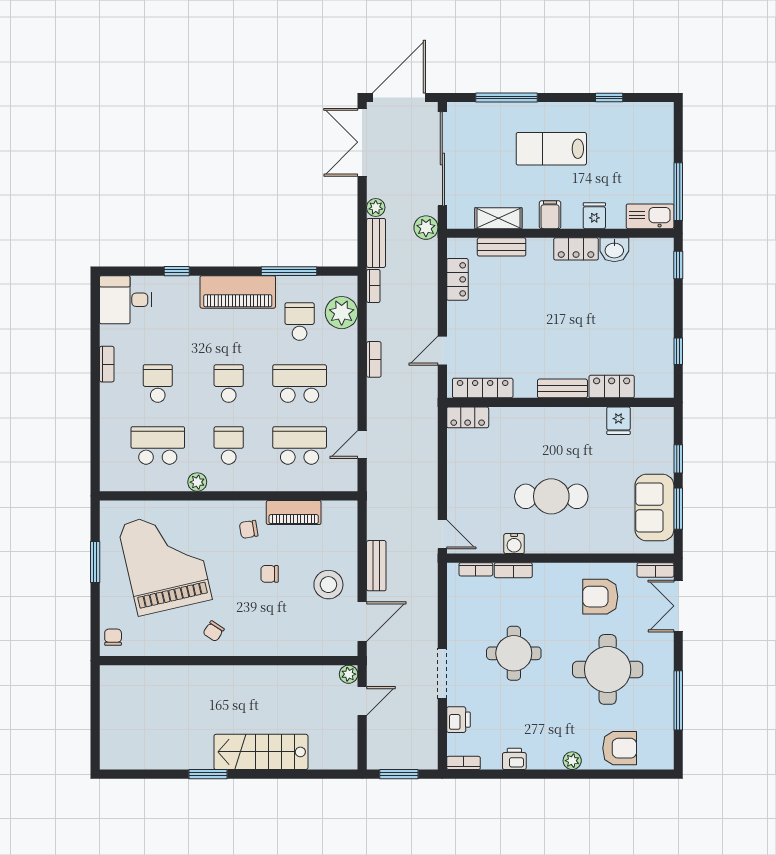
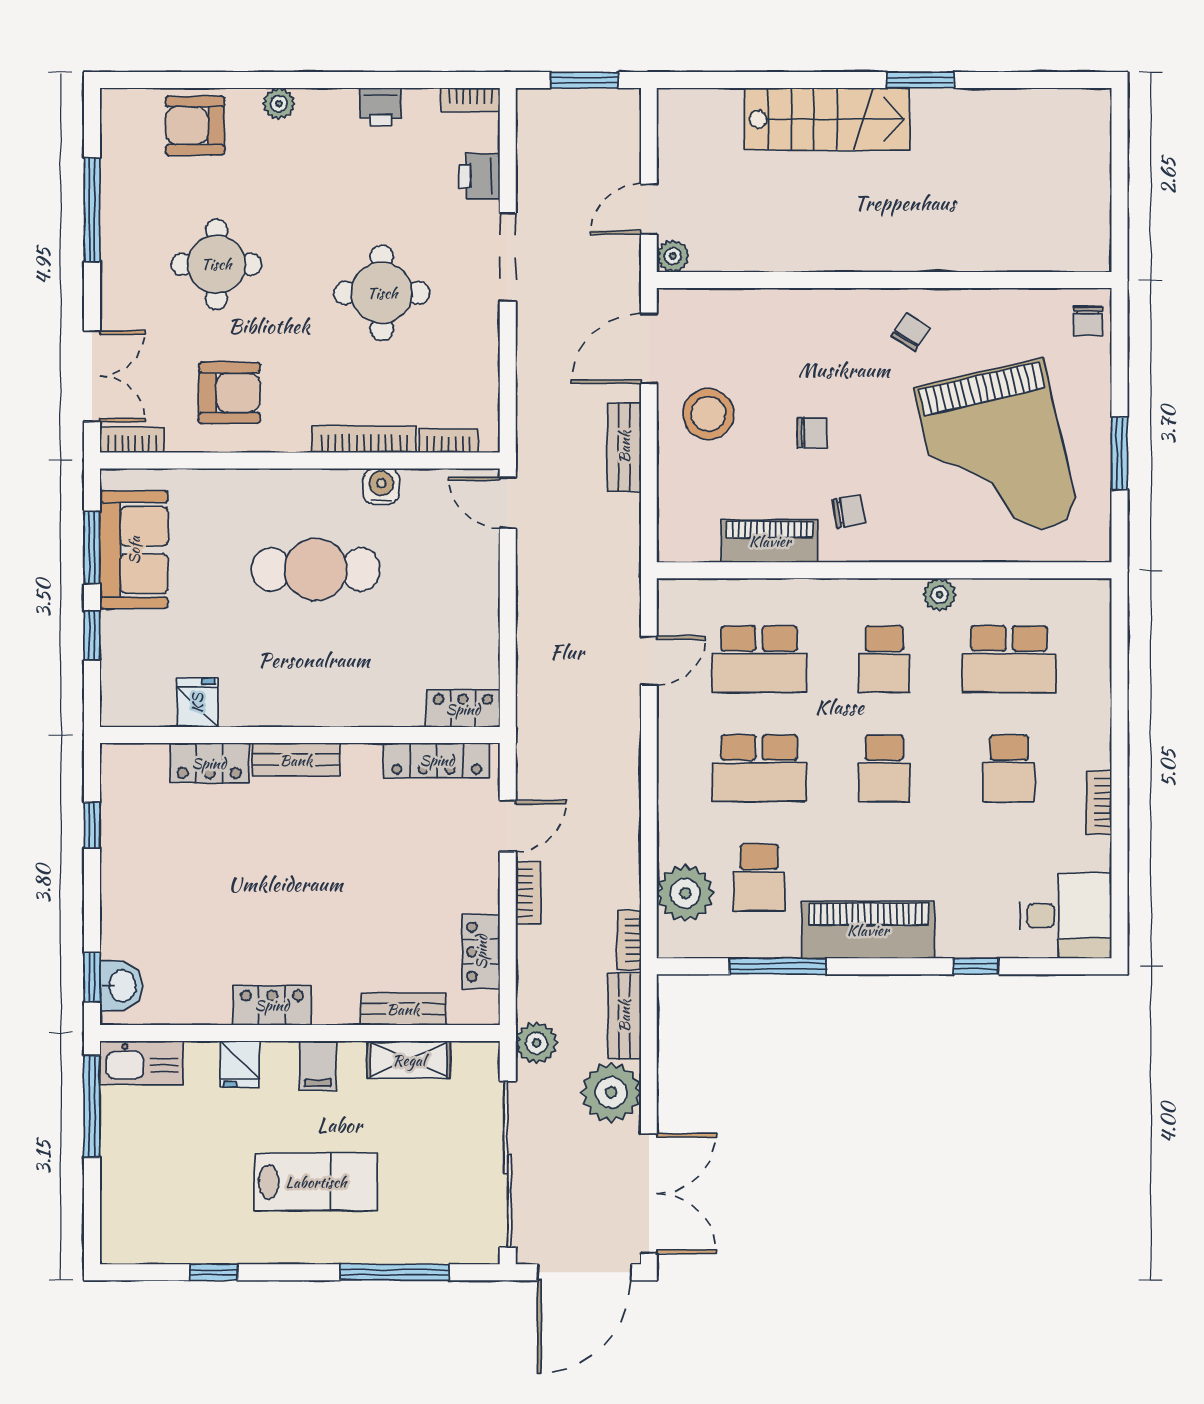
plant: (376, 207) -> (611, 1092), width x1.88, depth x1.88
washbasin: (614, 250) -> (121, 986), moved, turned 90
bookcase: (374, 359) -> (528, 893), moved, turned 180
bookcase: (513, 570) -> (364, 439), width x1.56
round table: (608, 669) -> (216, 264), width x0.73, depth x0.73

